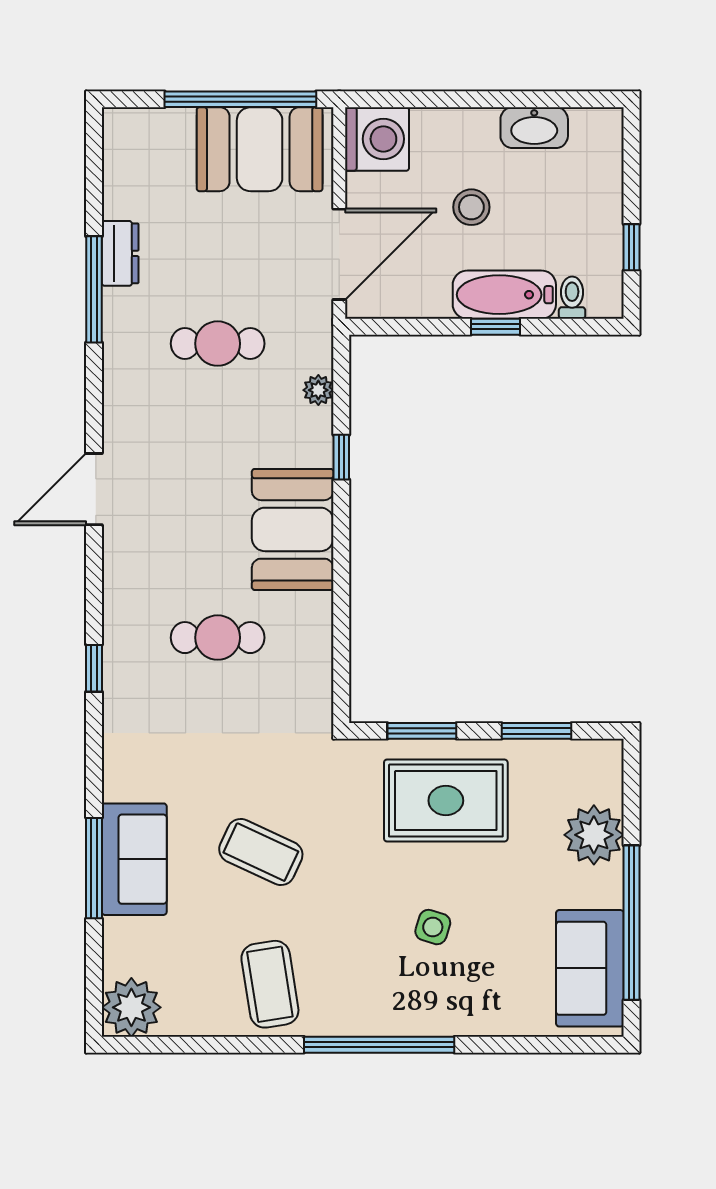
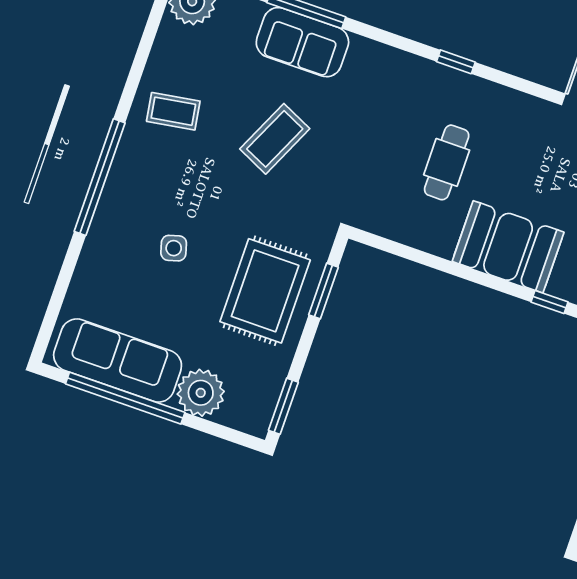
window: (537, 731) -> (283, 406), moved
side table: (433, 927) -> (174, 248), turned -33
sofa: (590, 968) -> (118, 361), width x1.36
coffee table: (270, 984) -> (173, 111), width x0.73, depth x0.77

